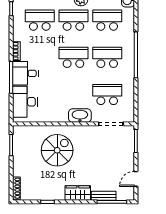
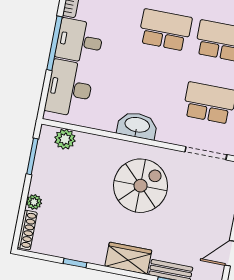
washbasin: (80, 116) -> (137, 126), moved
plant: (28, 132) -> (65, 139), added
spiral stairs: (57, 150) -> (141, 186), moved
plant: (17, 171) -> (34, 202), added

